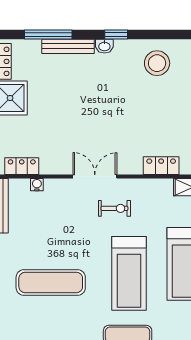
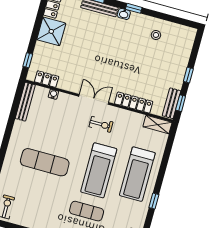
stool: (157, 63) -> (156, 35), width x0.53, depth x0.53
locker: (161, 166) -> (134, 103), width x1.53

